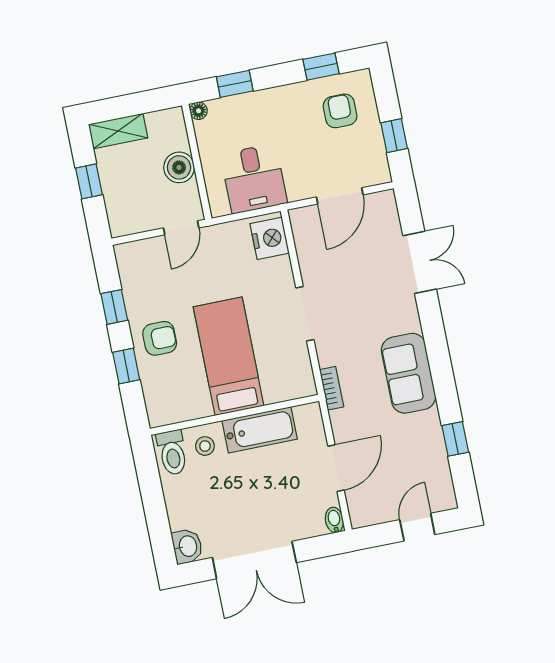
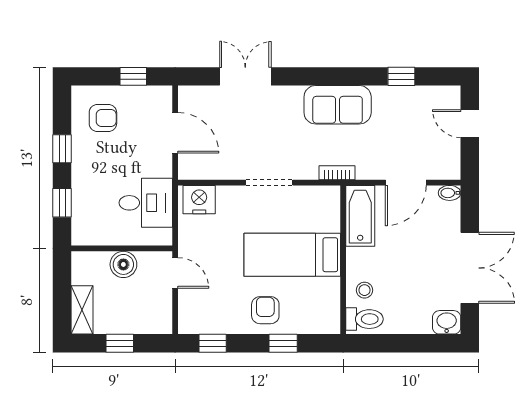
window: (321, 67) -> (62, 149), moved
floor lamp: (199, 111) -> (79, 238), removed
armchair: (340, 111) -> (103, 118), turned 180
window: (114, 307) -> (213, 343), moved
bathtub: (260, 430) -> (360, 216), moved
door: (336, 468) -> (406, 183), swing flipped

